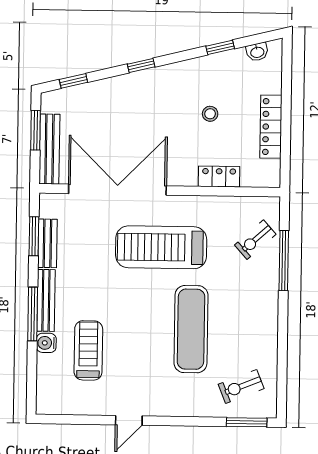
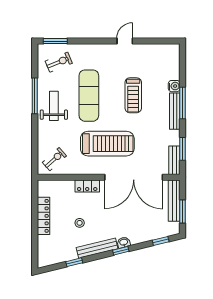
washbasin: (257, 52) -> (124, 242), moved
bench: (181, 71) -> (97, 248), added
locker: (219, 176) -> (87, 186), moved
exercise bike: (255, 240) -> (54, 159), moved
bench: (47, 243) -> (174, 160), moved
window: (284, 261) -> (35, 96), moved
weight bench: (251, 313) -> (54, 106), added
treadmill: (88, 350) -> (133, 95), moved

